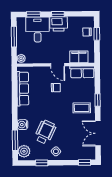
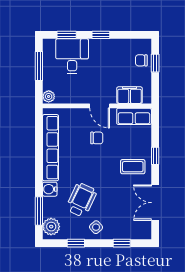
printer: (59, 24) -> (102, 49), removed
row of seats: (23, 89) -> (50, 148), width x1.36
window: (84, 162) -> (122, 243), moved

